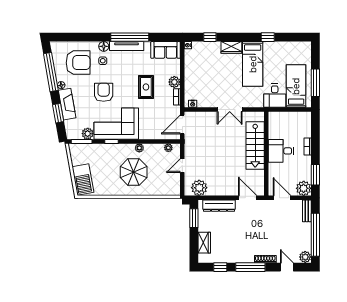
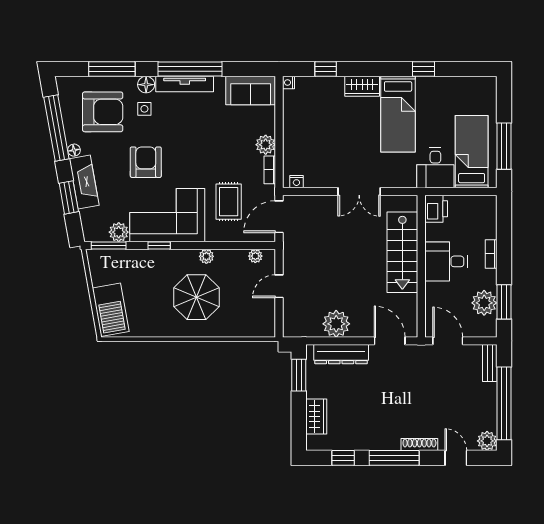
window: (84, 37) -> (112, 69), added
rug: (146, 87) -> (229, 202), moved
printer: (275, 120) -> (436, 209), added
plant: (199, 188) -> (336, 324), moved
plant: (304, 188) -> (484, 303), moved

